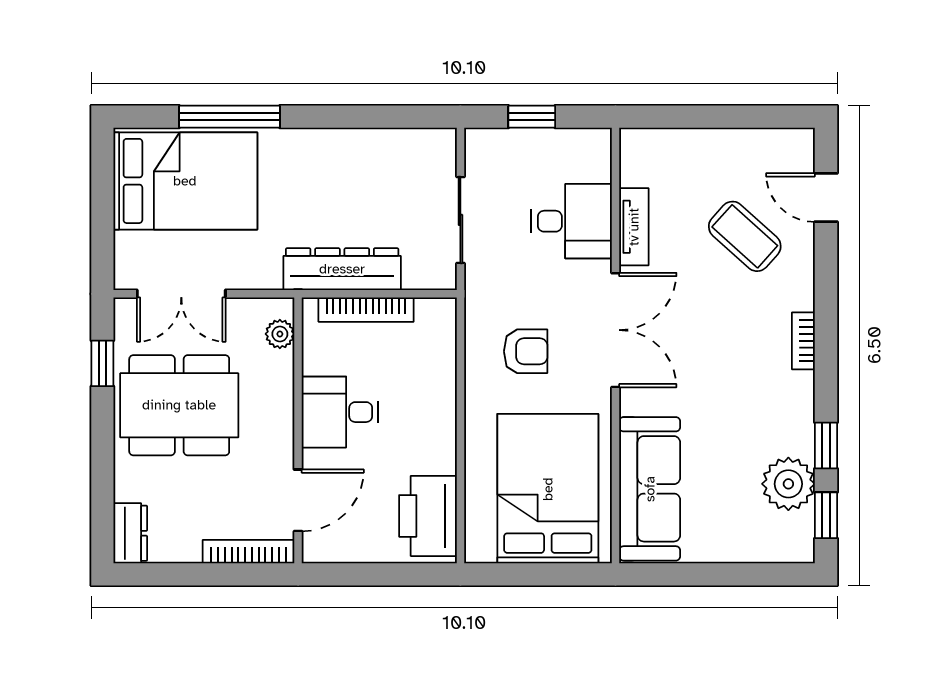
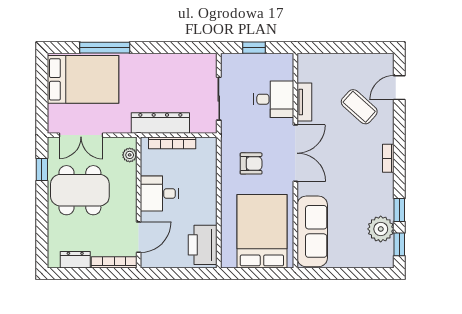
door: (826, 198) -> (399, 88), hinge flipped
dresser: (130, 533) -> (75, 260), moved, turned -90

